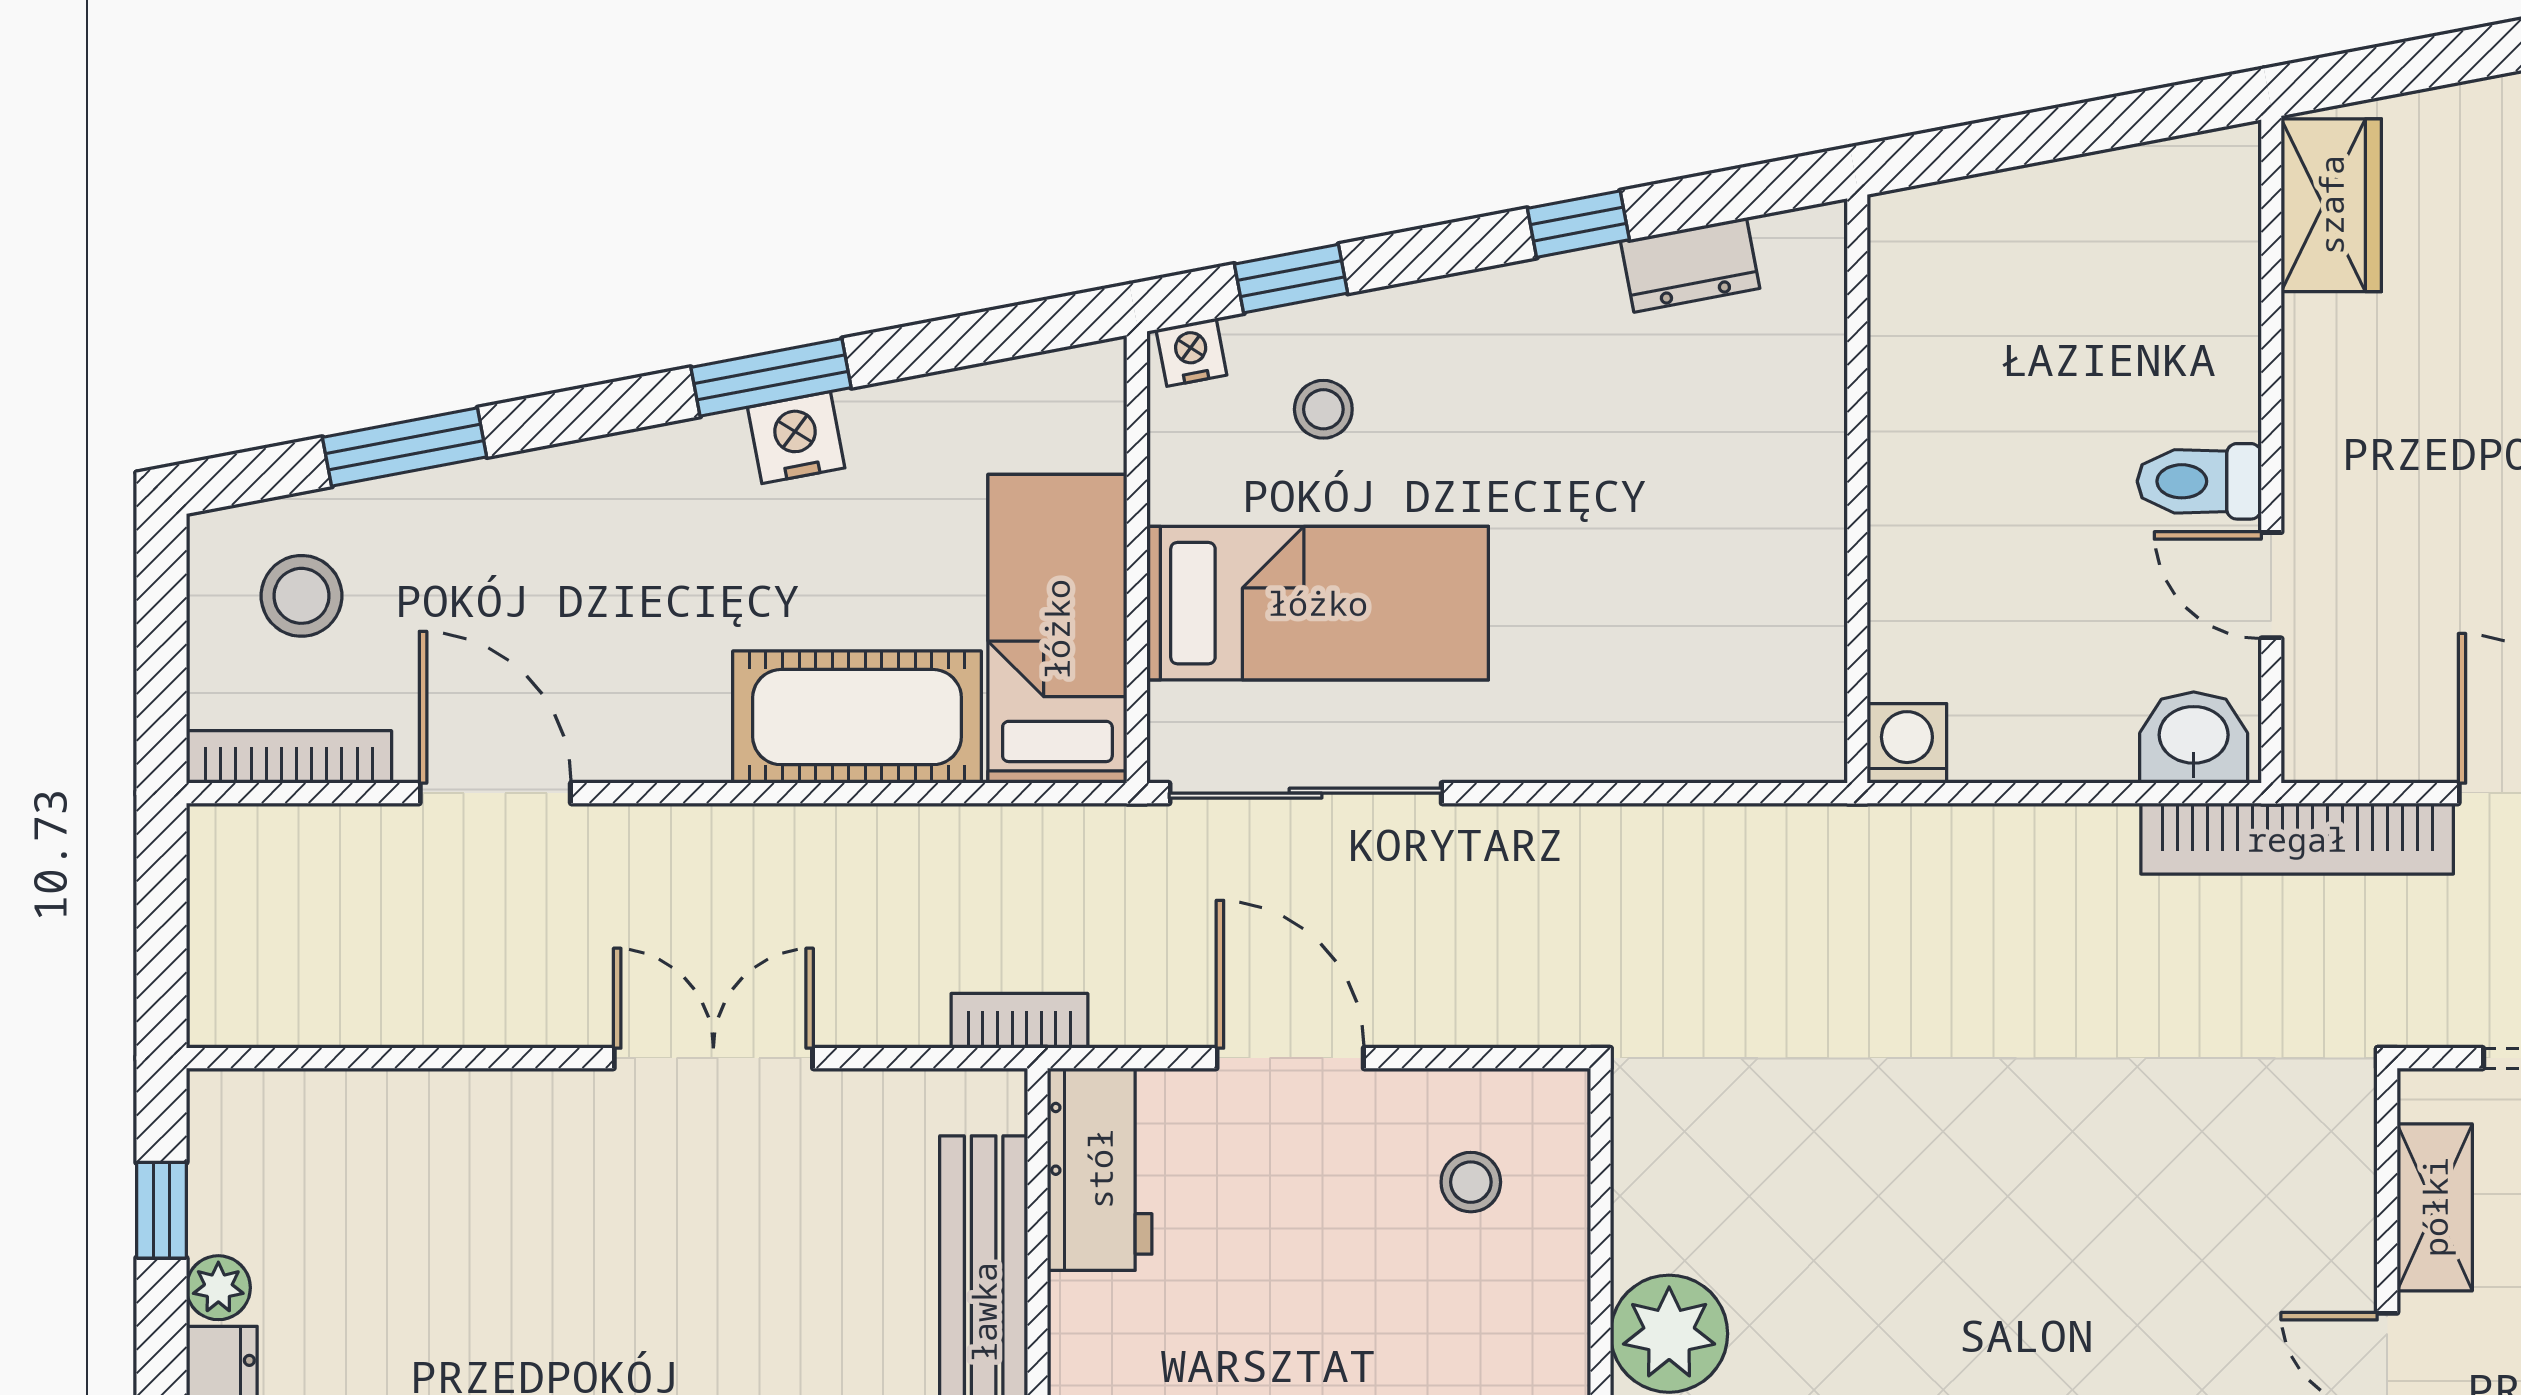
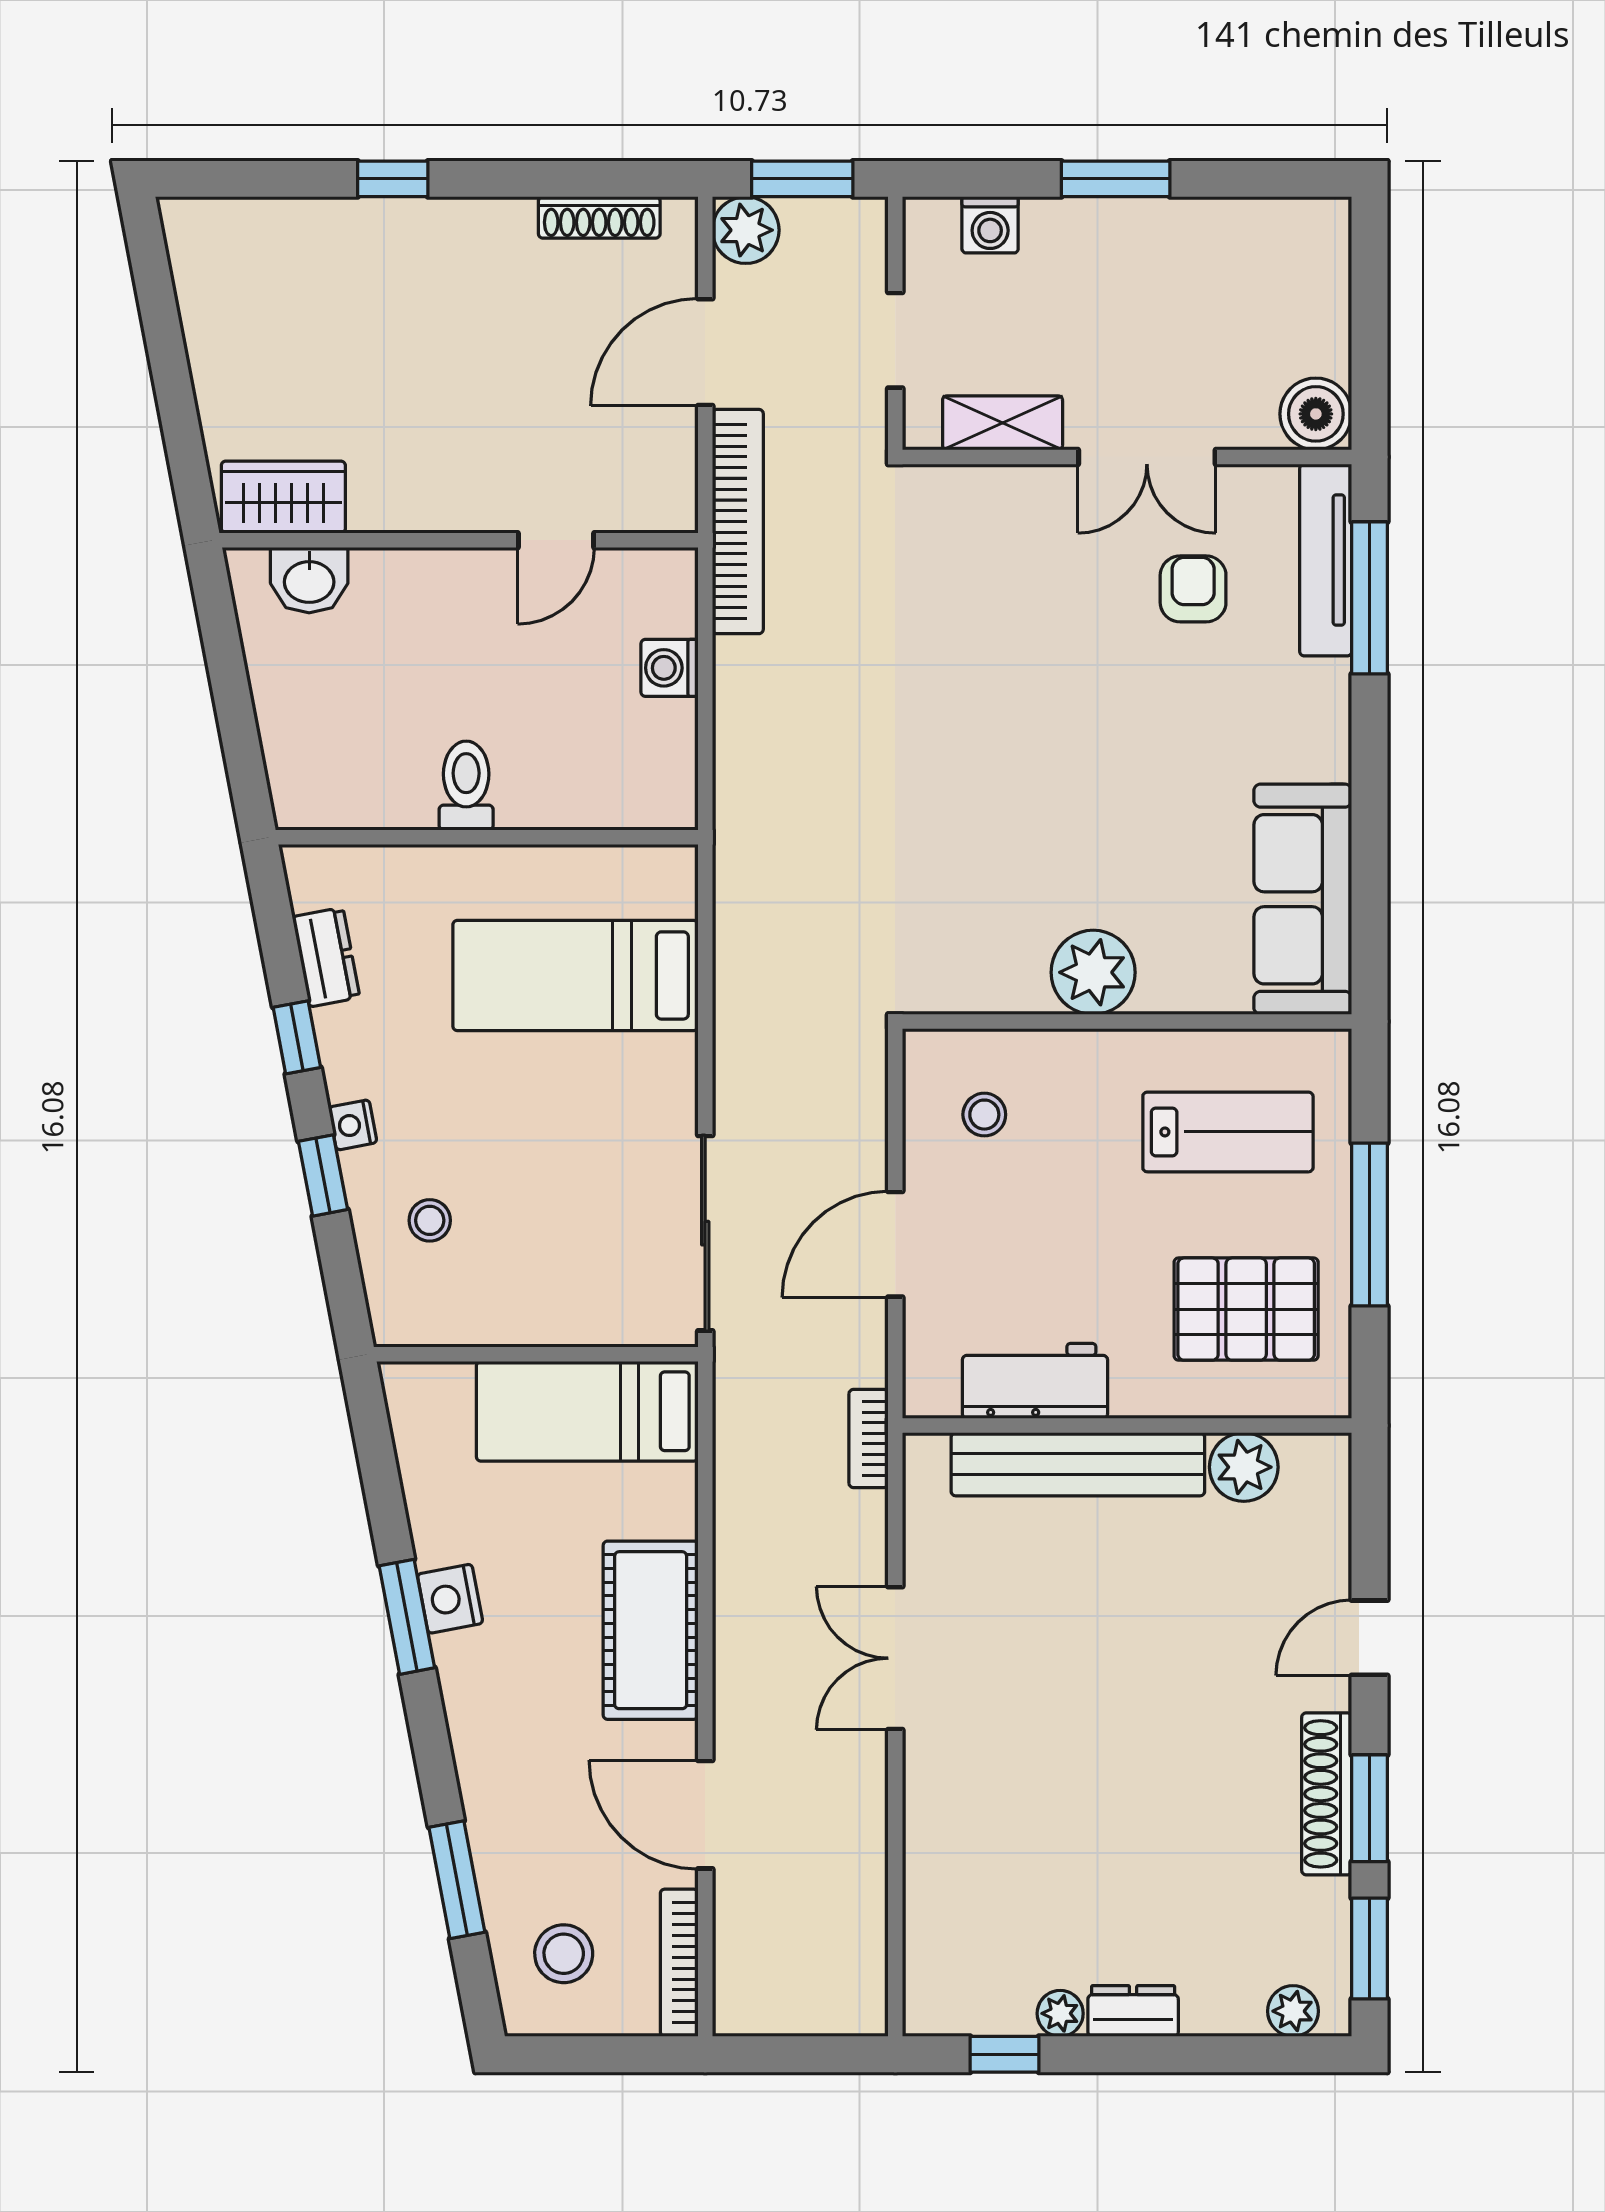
window: (1291, 279) -> (323, 1175), moved
nightstand: (1191, 352) -> (353, 1125), moved
toilet: (2199, 481) -> (466, 786), moved, turned 180
bed: (1318, 603) -> (575, 975), moved, turned -90
cot: (857, 717) -> (651, 1630), moved
washbasin: (2194, 738) -> (309, 580), moved, turned -90
washing machine: (1907, 743) -> (670, 668), moved
door: (495, 793) -> (705, 1815), hinge flipped
workbench: (1100, 1169) -> (1035, 1381), moved

